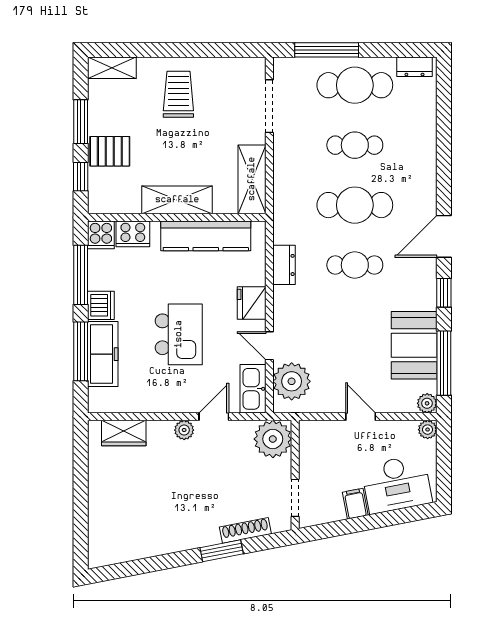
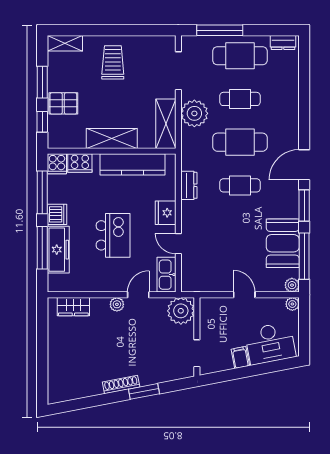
window: (444, 293) -> (304, 205), width x1.50
plant: (292, 381) -> (194, 113), moved
shoe rack: (245, 530) -> (121, 384), moved

